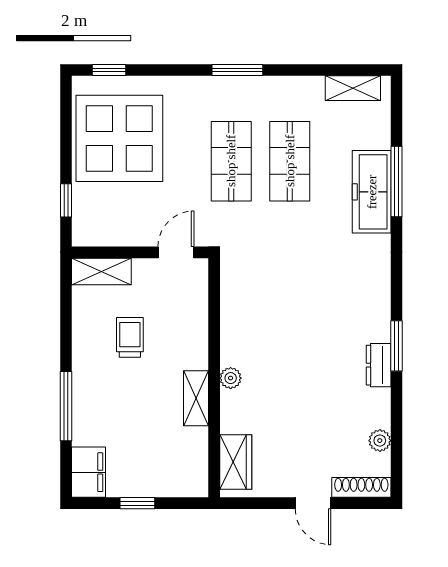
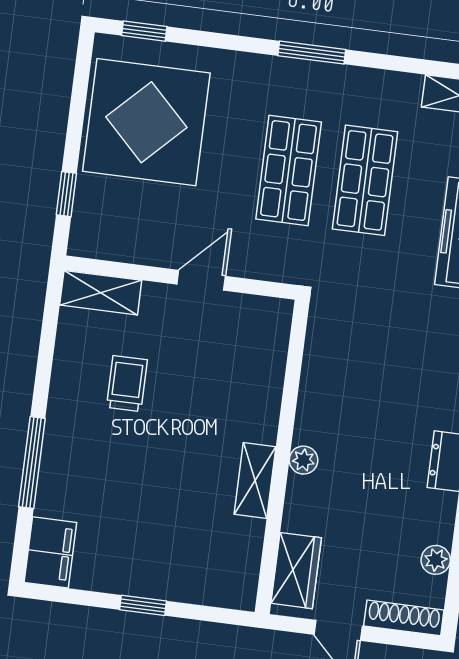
wall: (214, 378) -> (282, 457), moved
plant: (231, 378) -> (304, 460), moved
shelving: (196, 398) -> (255, 481), moved
wardrobe: (236, 462) -> (296, 571), moved
window: (137, 503) -> (143, 605), moved

